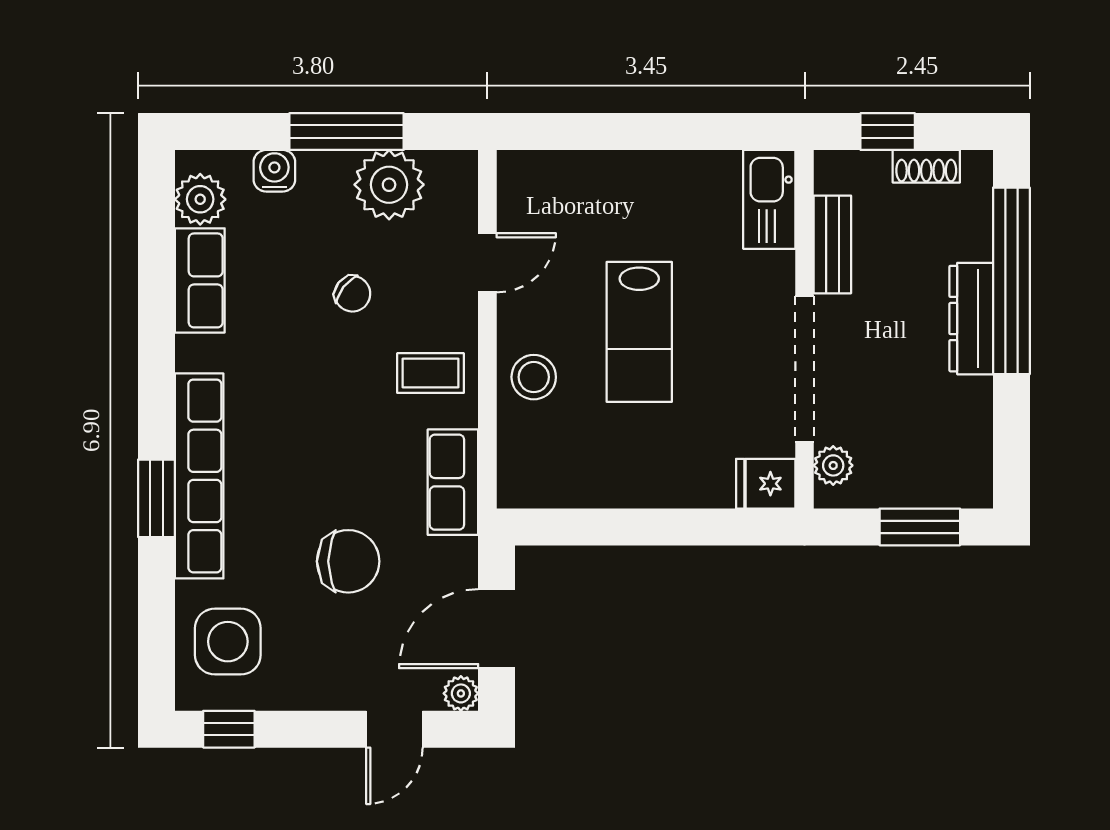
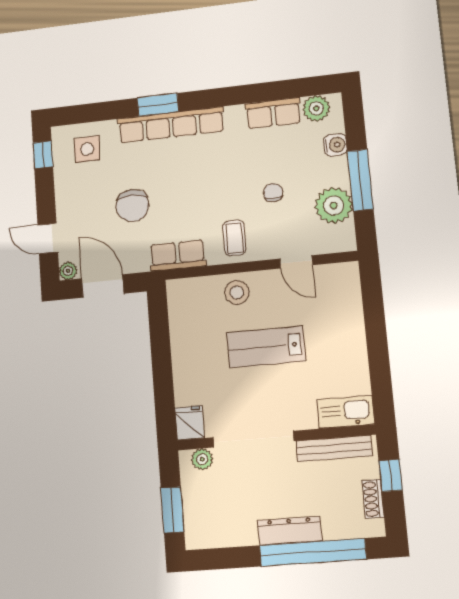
bench: (832, 244) -> (334, 448), width x1.36
chair: (352, 294) -> (273, 193), turned 142
side table: (228, 642) -> (87, 149), width x0.73, depth x0.73

